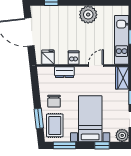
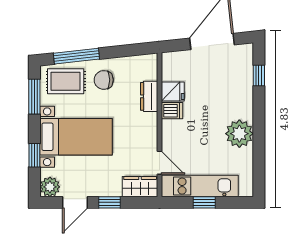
fridge: (48, 57) -> (173, 92), moved
door: (96, 66) -> (160, 163), moved
window: (39, 118) -> (76, 56), width x1.44

